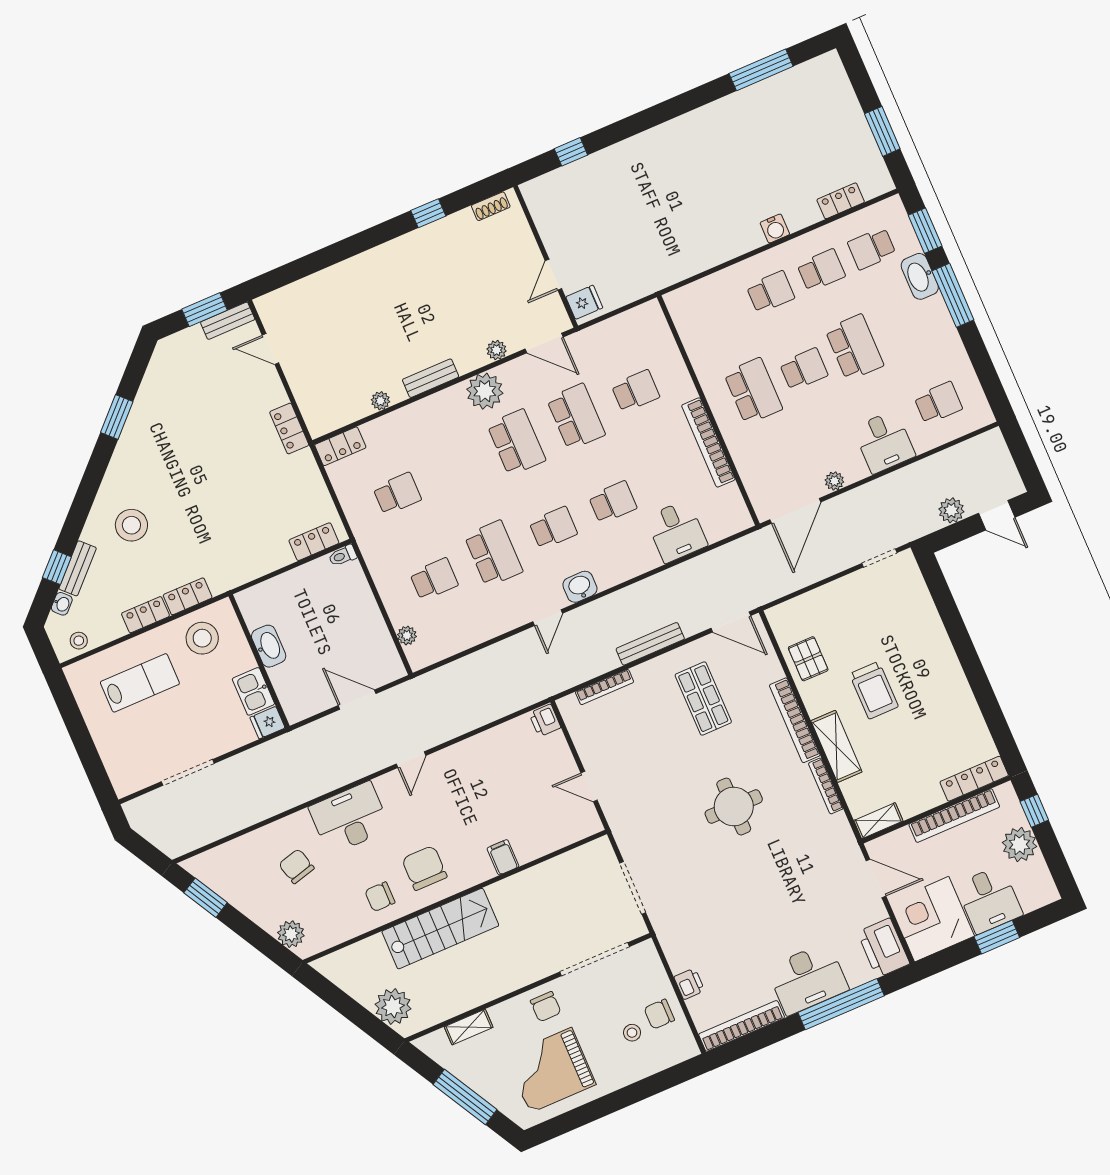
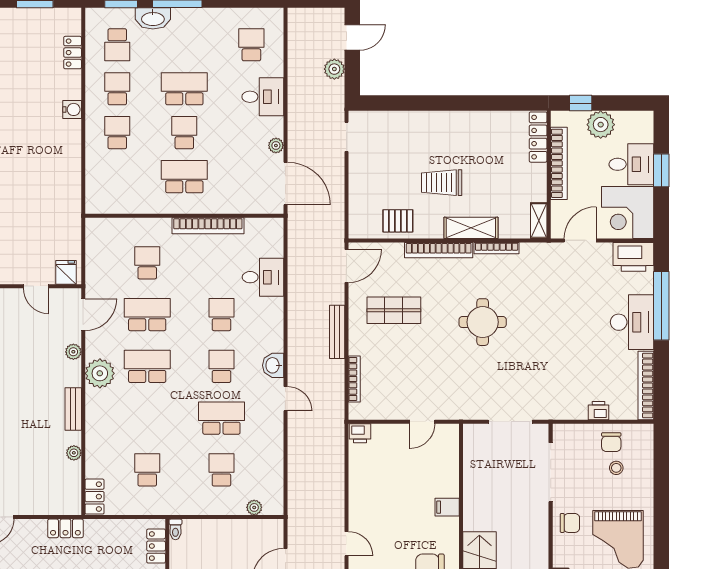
trolley: (874, 690) -> (442, 183), turned 180

